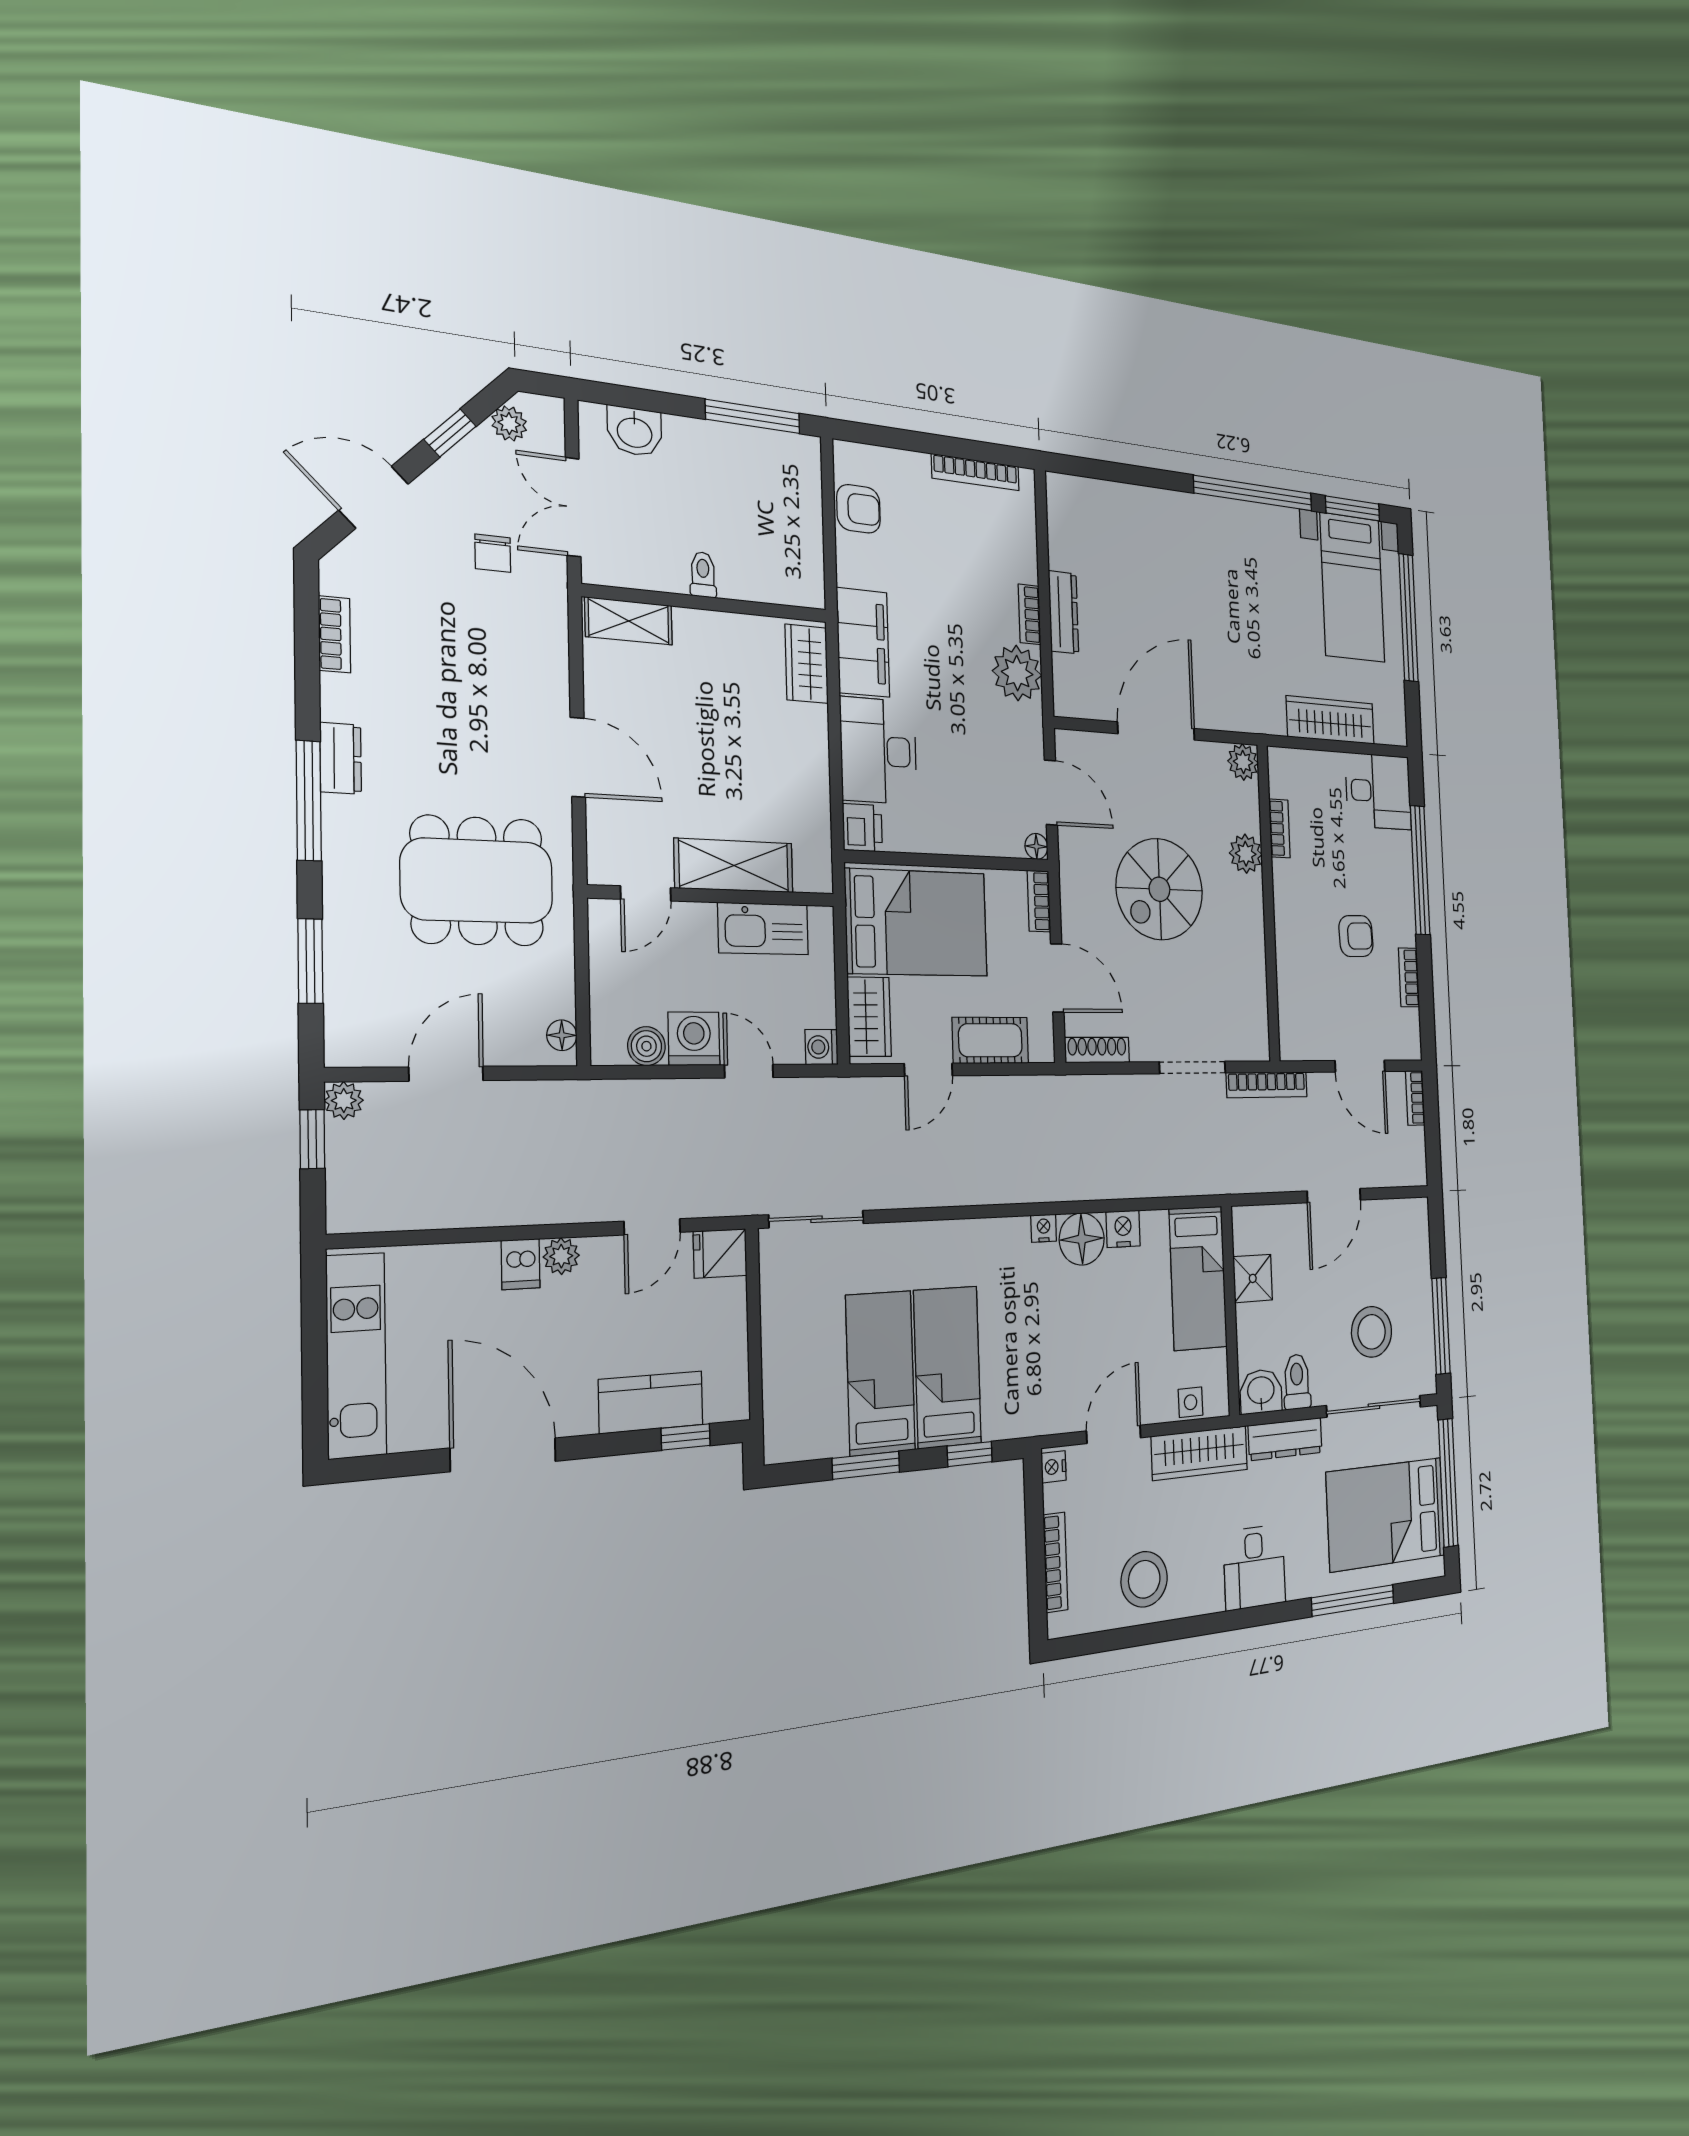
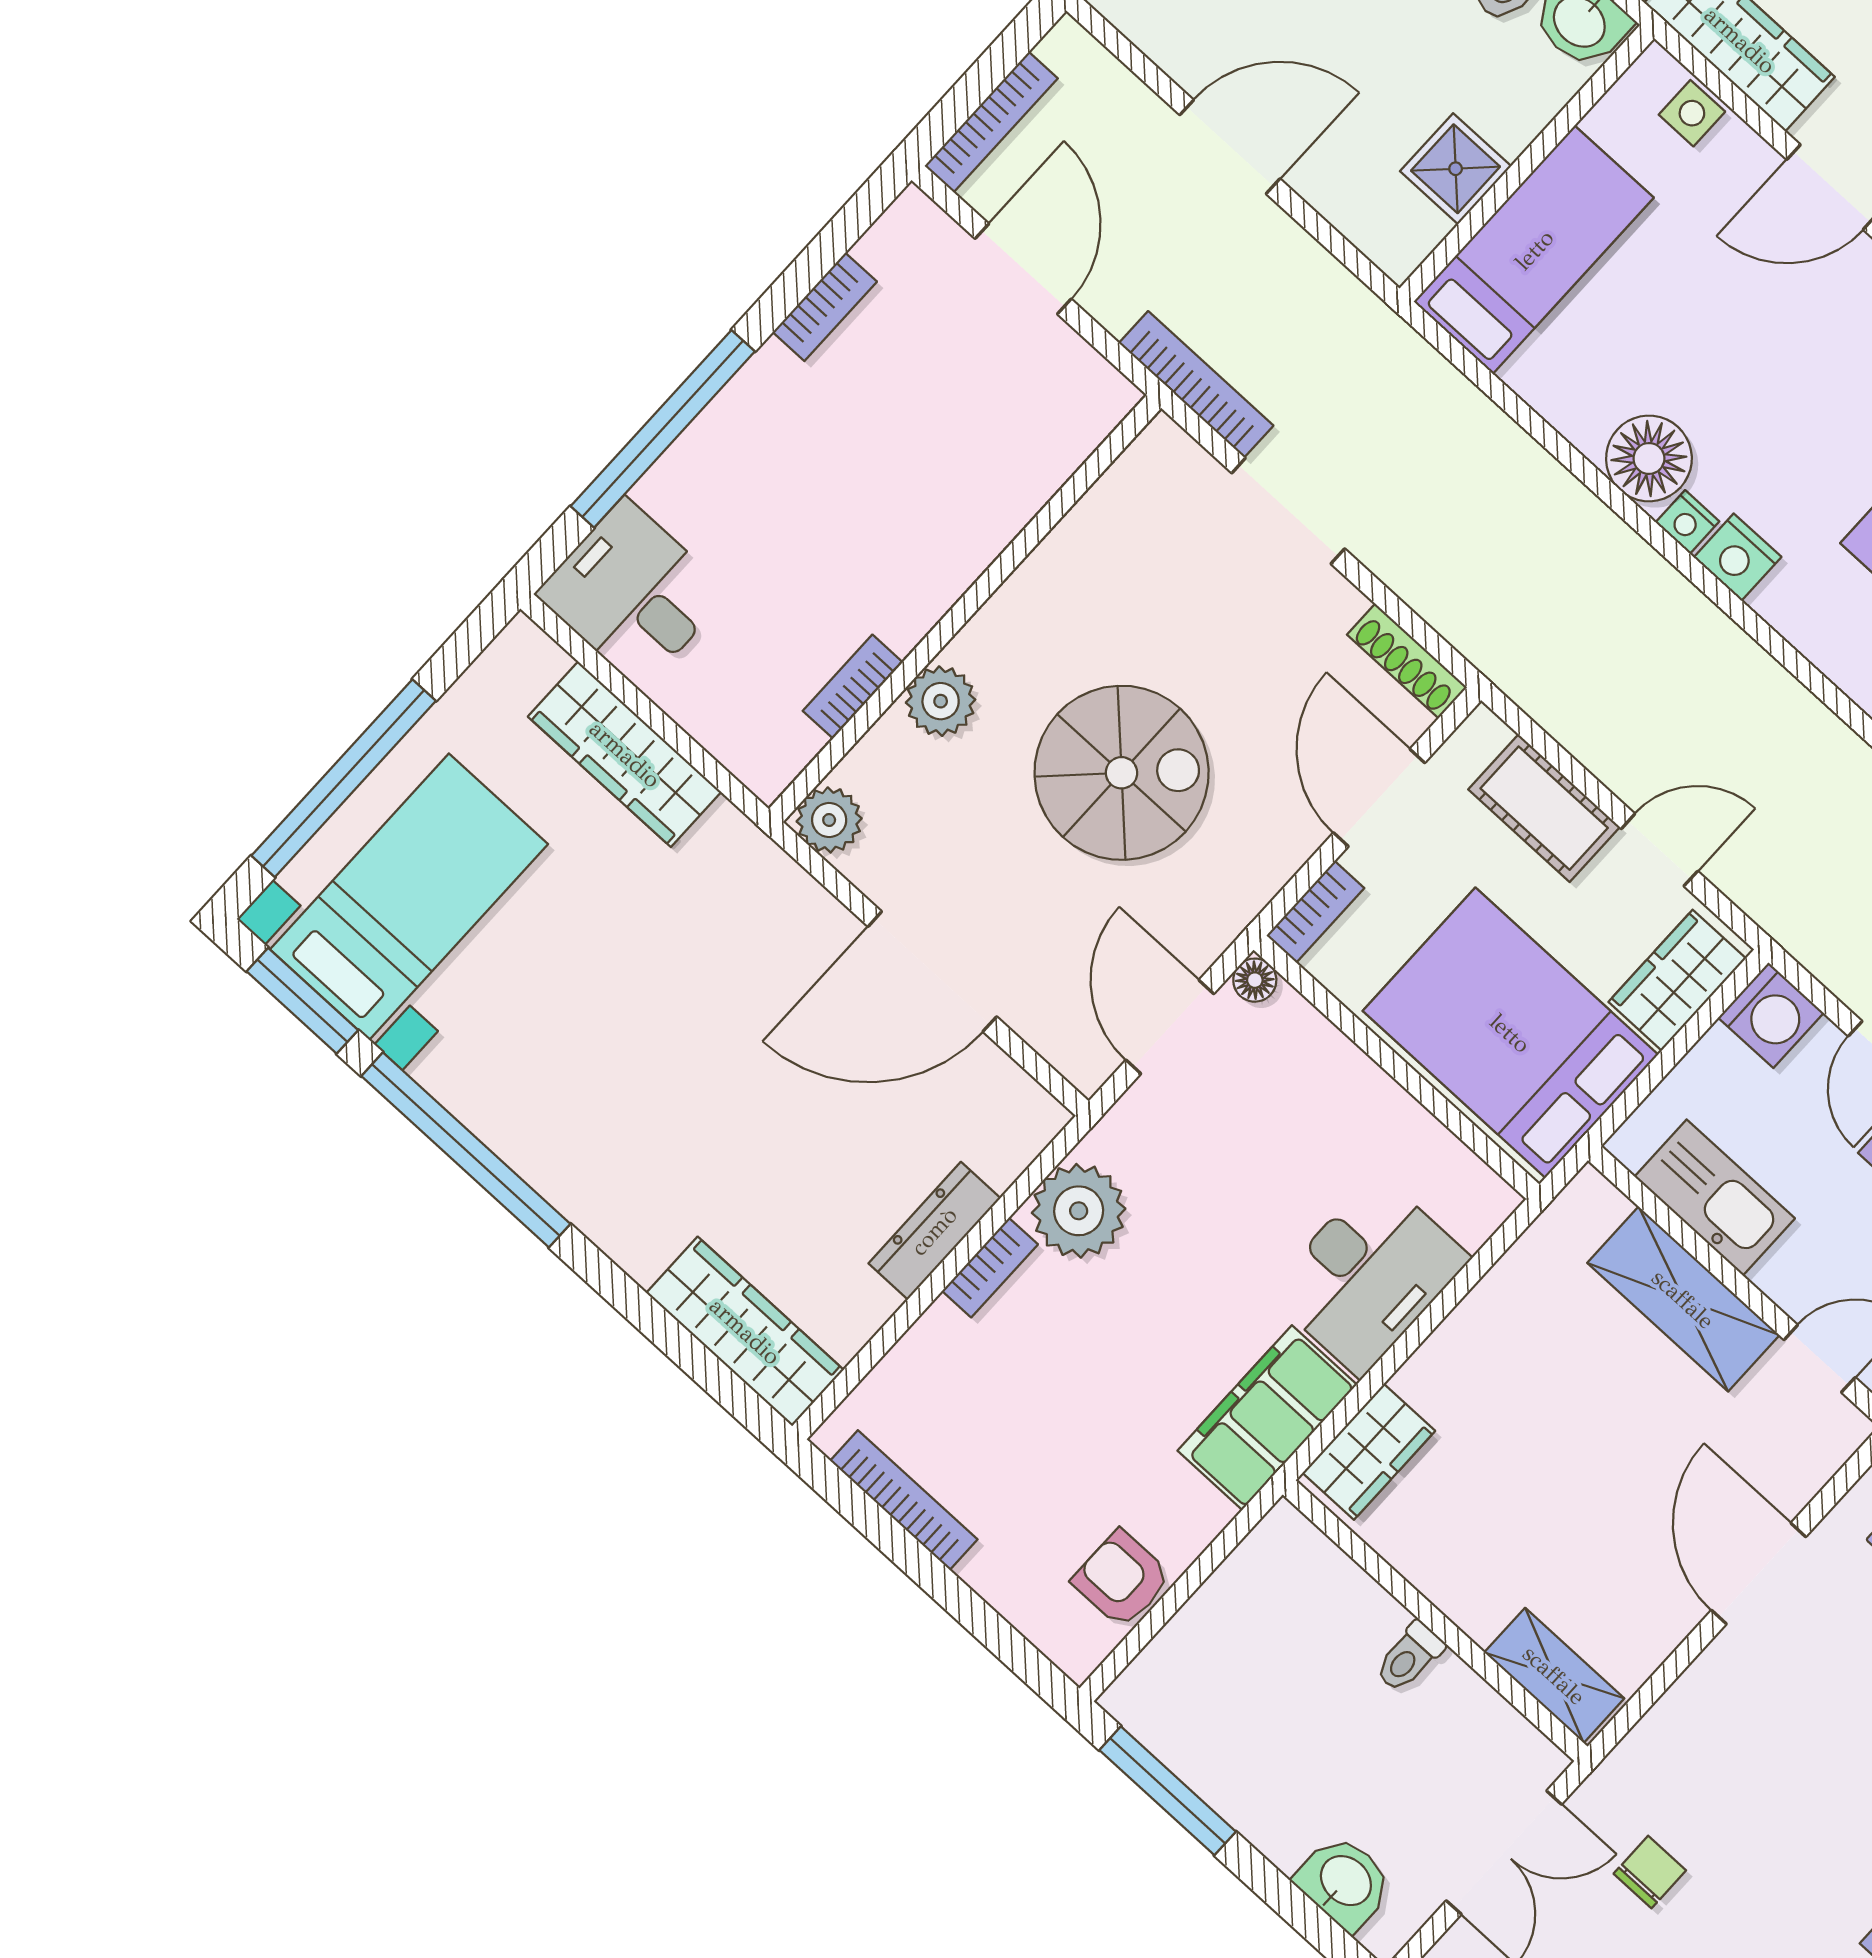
wardrobe: (1096, 500) -> (745, 1331), added
printer: (862, 828) -> (1476, 1204), removed
armchair: (1356, 936) -> (862, 440), removed
washing machine: (822, 1047) -> (1771, 1015), width x1.38, depth x1.38
bookcase: (1415, 1098) -> (991, 122), width x1.56
nightstand: (1123, 1229) -> (1738, 557), moved

